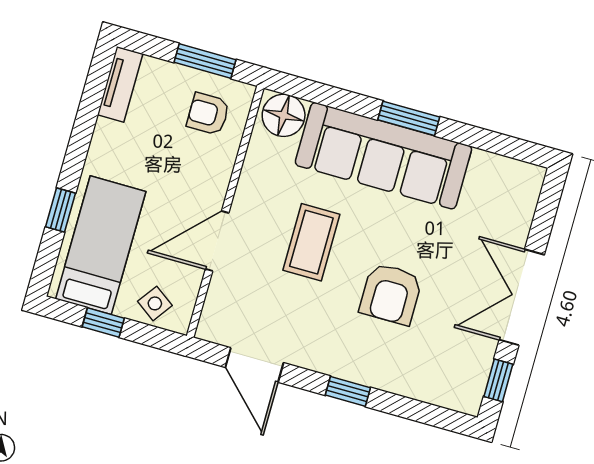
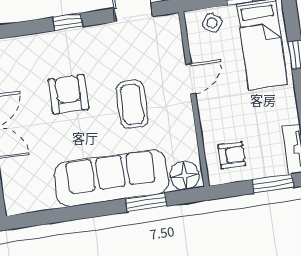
window: (205, 61) -> (273, 184), moved
window: (409, 118) -> (146, 202), moved
door: (217, 241) -> (191, 79), width x0.73

